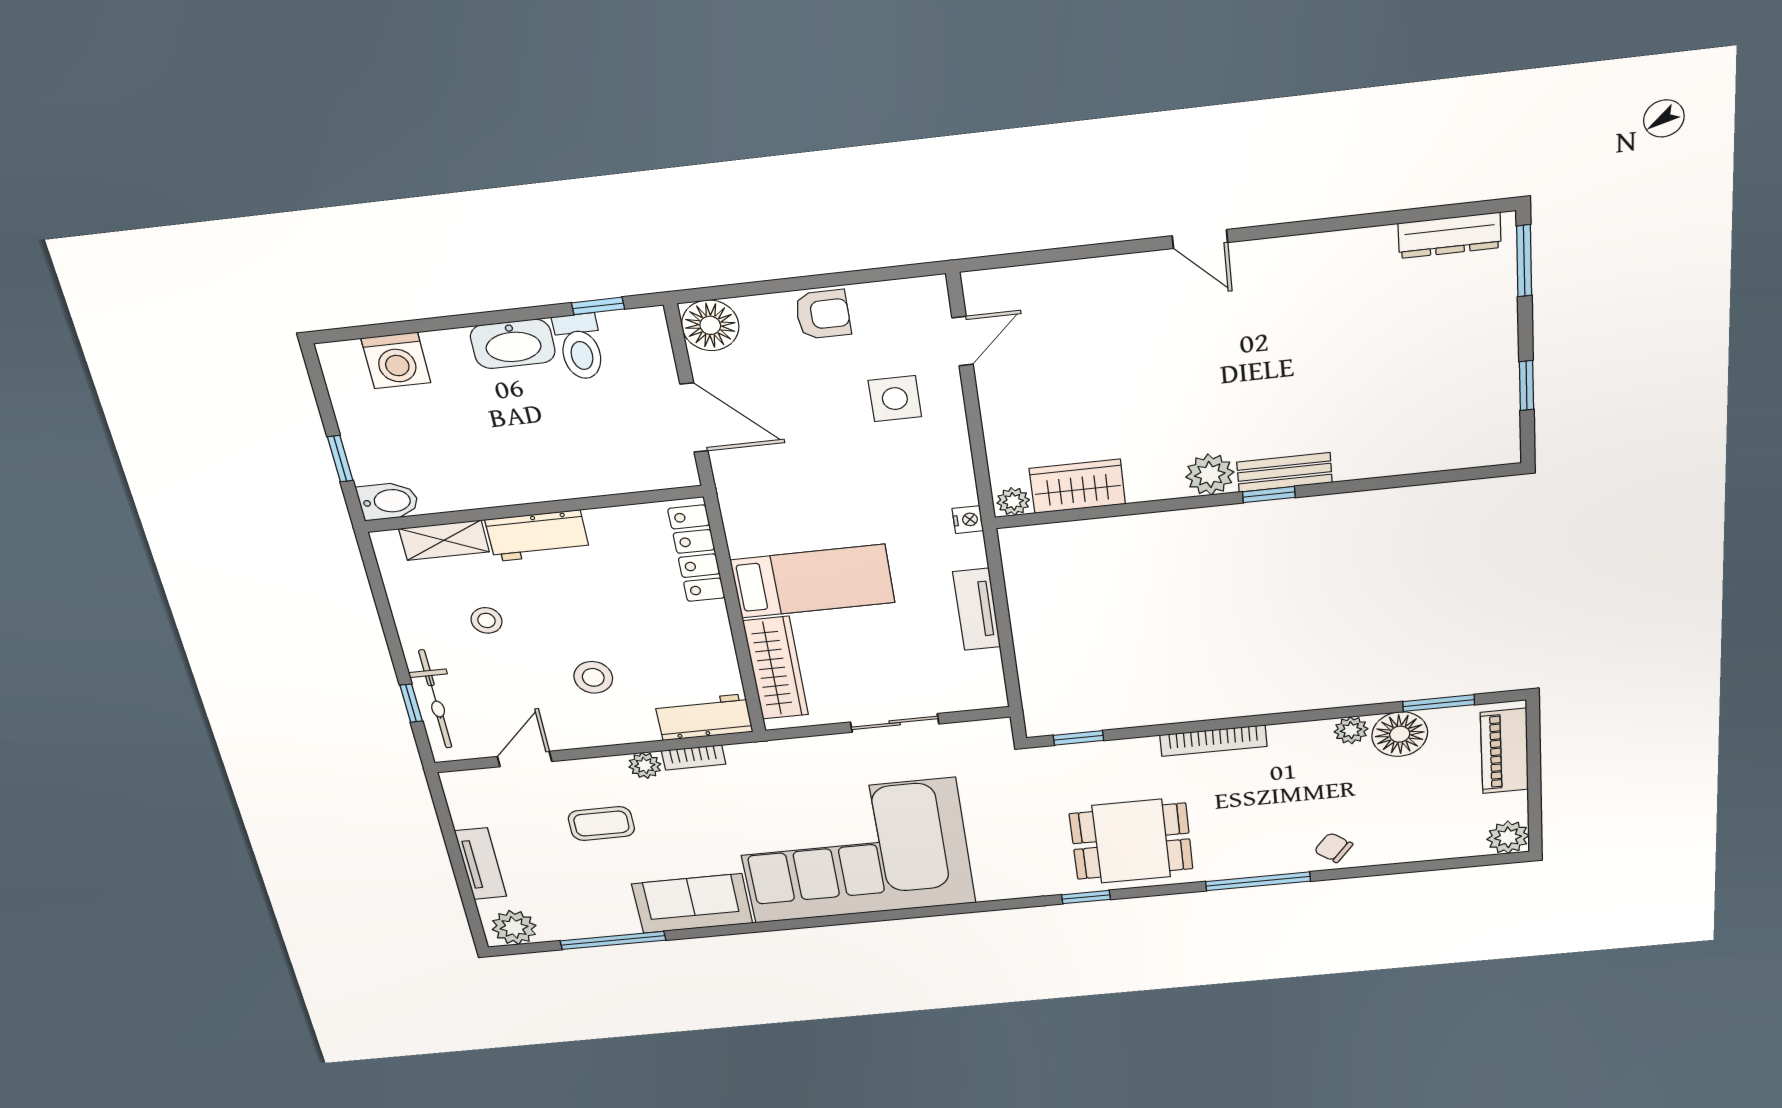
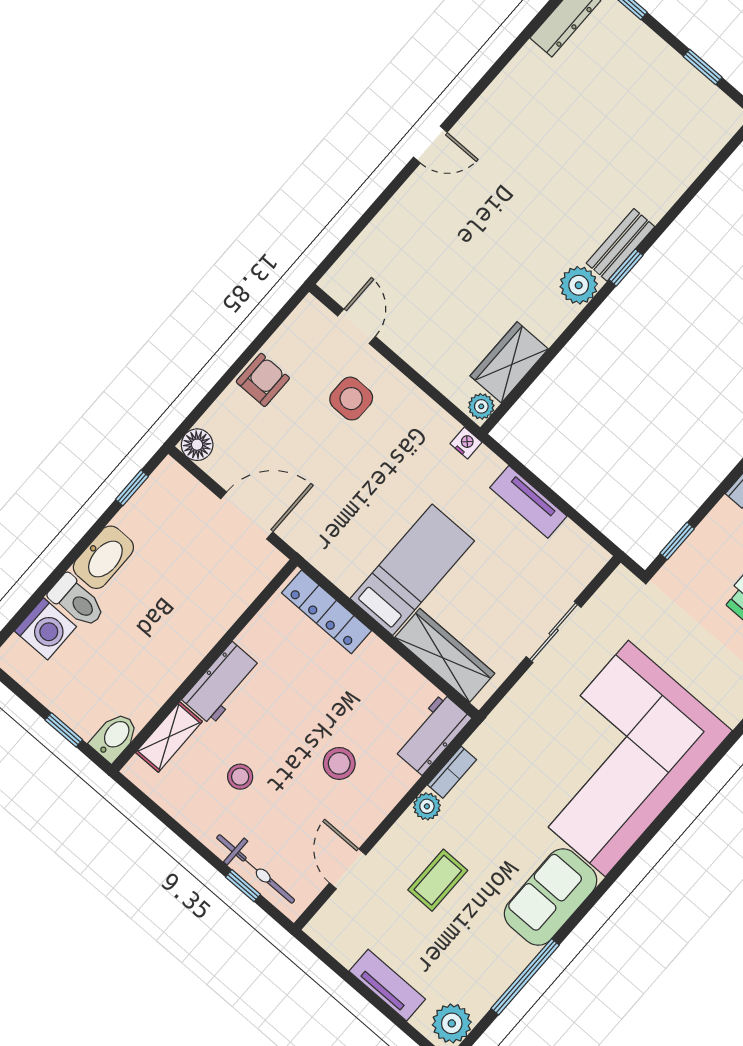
floor lamp: (710, 325) -> (197, 445), width x0.73, depth x0.73
toilet: (580, 347) -> (77, 601), moved

